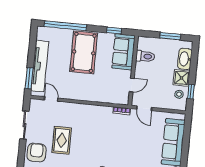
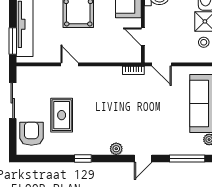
door: (132, 85) -> (143, 37), swing flipped
door: (51, 99) -> (70, 64), moved

